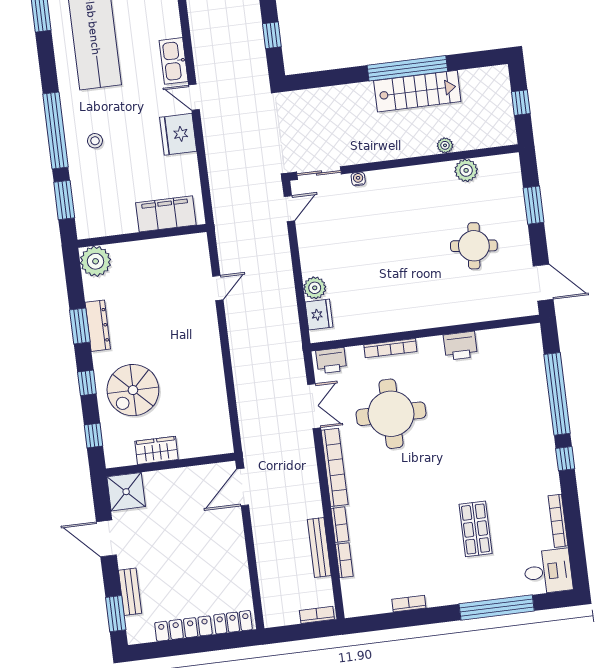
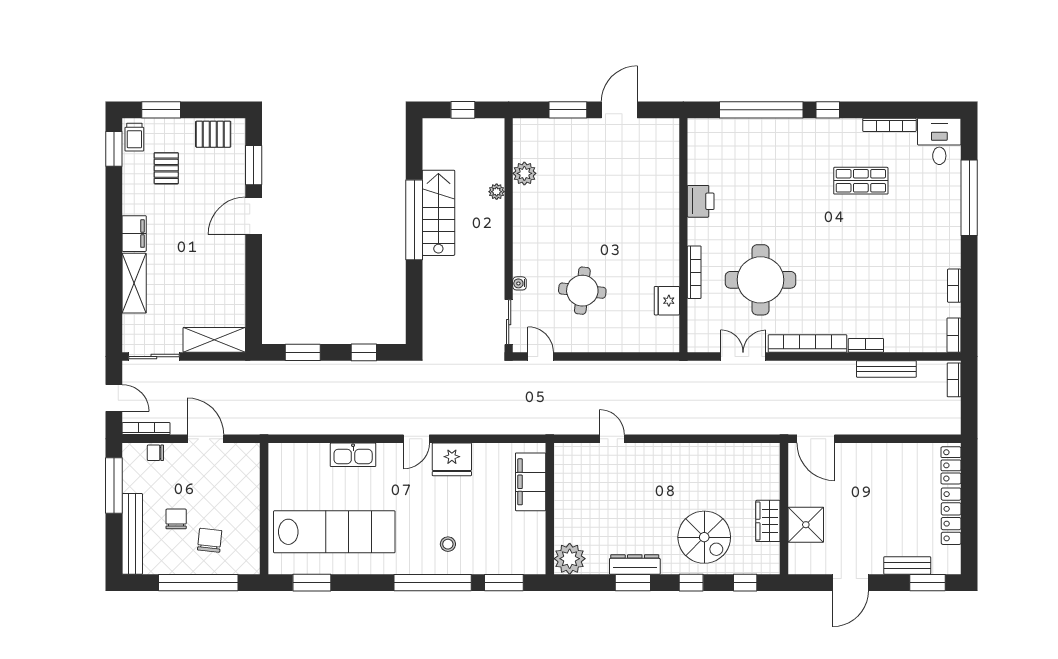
kitchen sink: (174, 61) -> (353, 455), moved
round table: (474, 246) -> (582, 291), moved
door: (543, 283) -> (619, 110), moved
plant: (315, 288) -> (624, 341), removed
fridge: (319, 315) -> (667, 301), moved, turned -90
printer: (331, 361) -> (699, 333), removed
shower: (126, 492) -> (806, 525), moved
shop shelf: (476, 529) -> (861, 181), moved
bookcase: (344, 560) -> (954, 335), moved, turned -90

